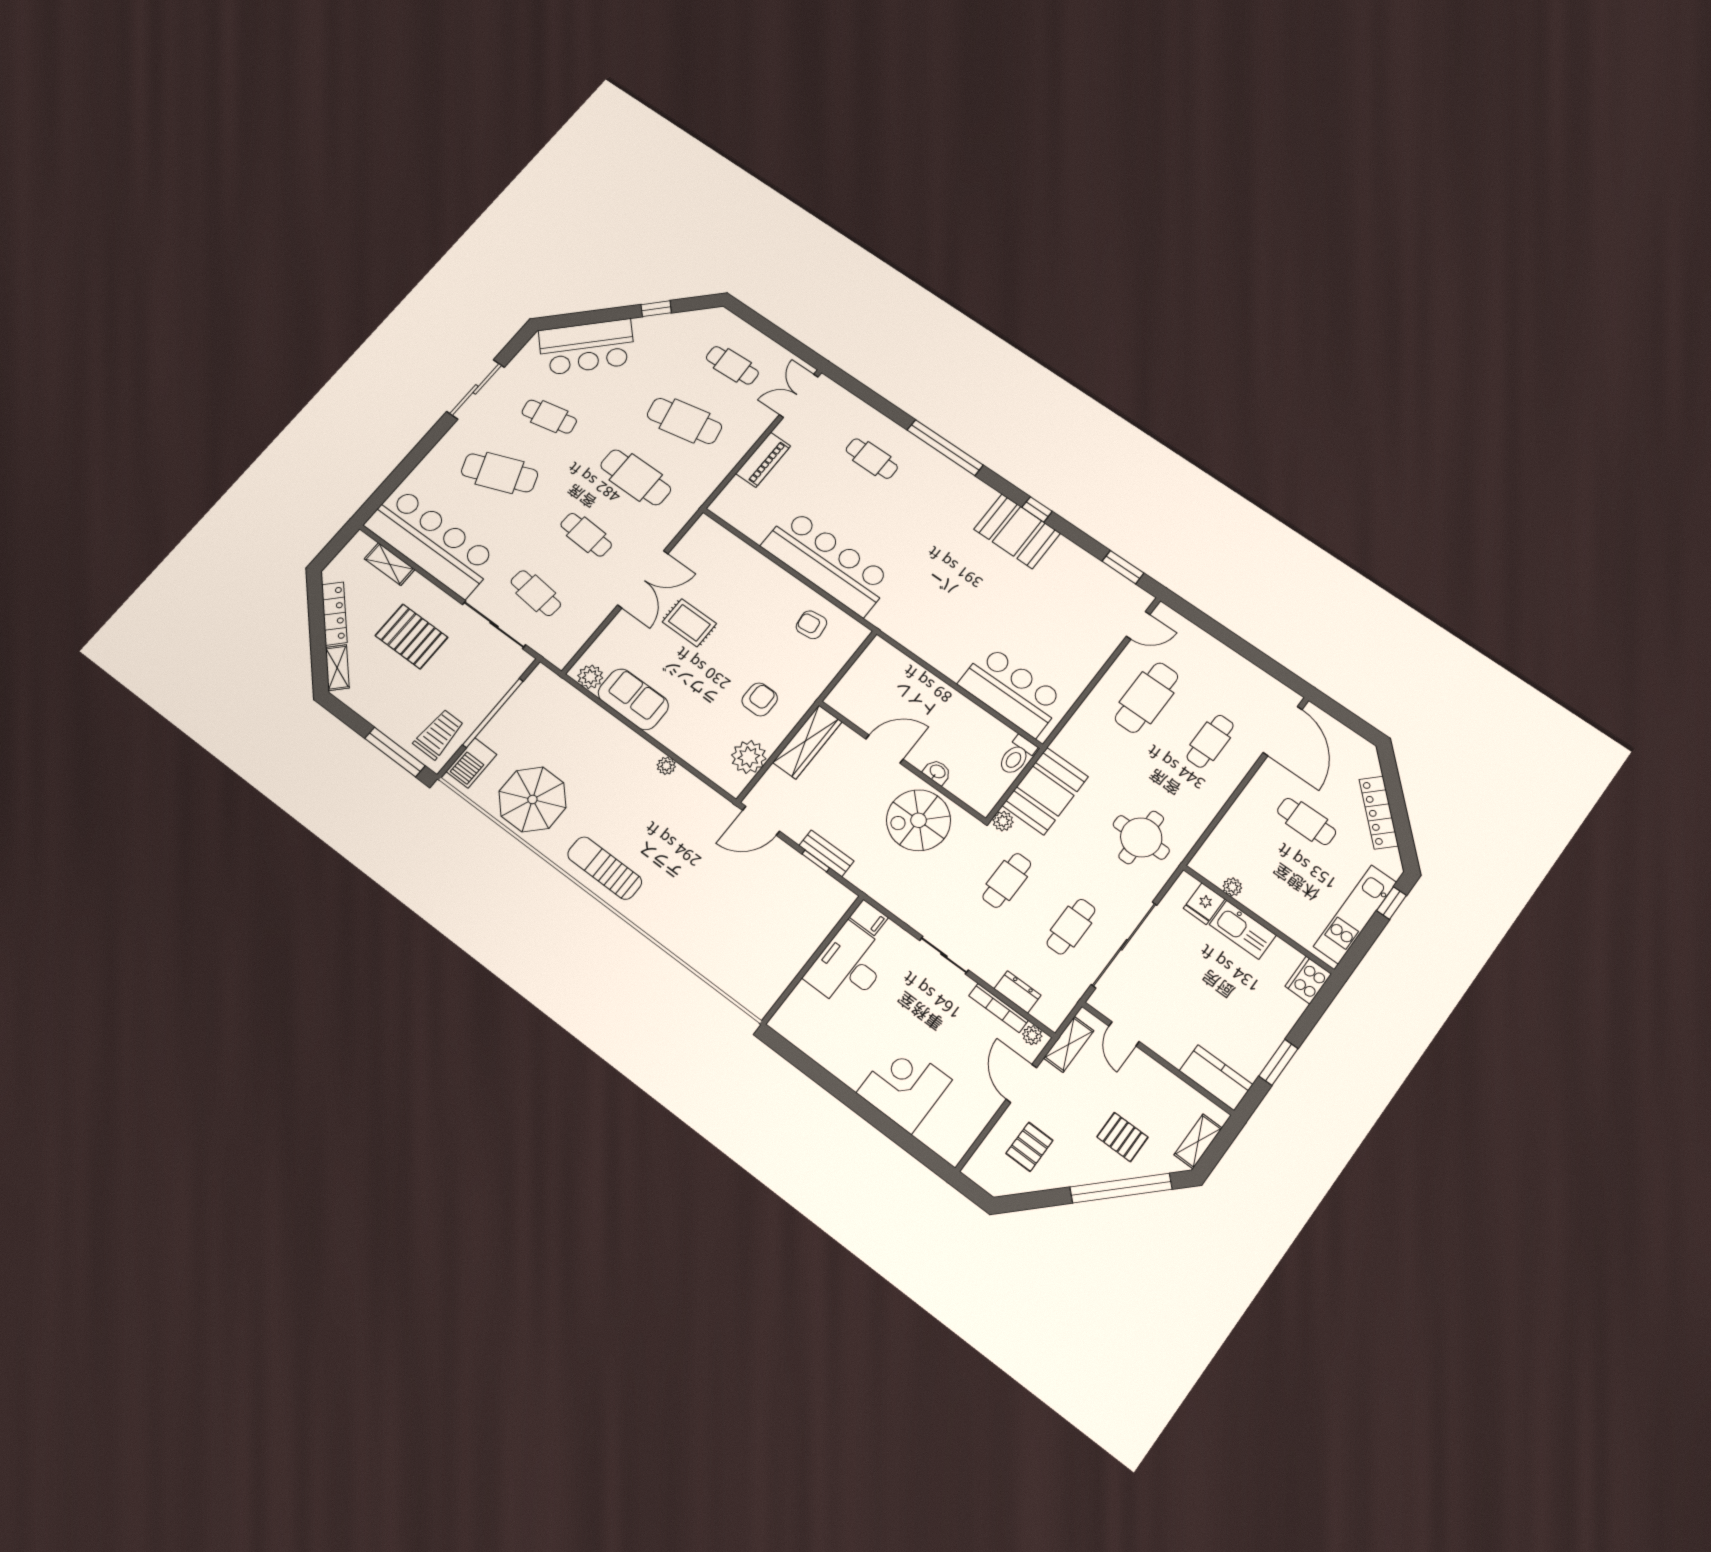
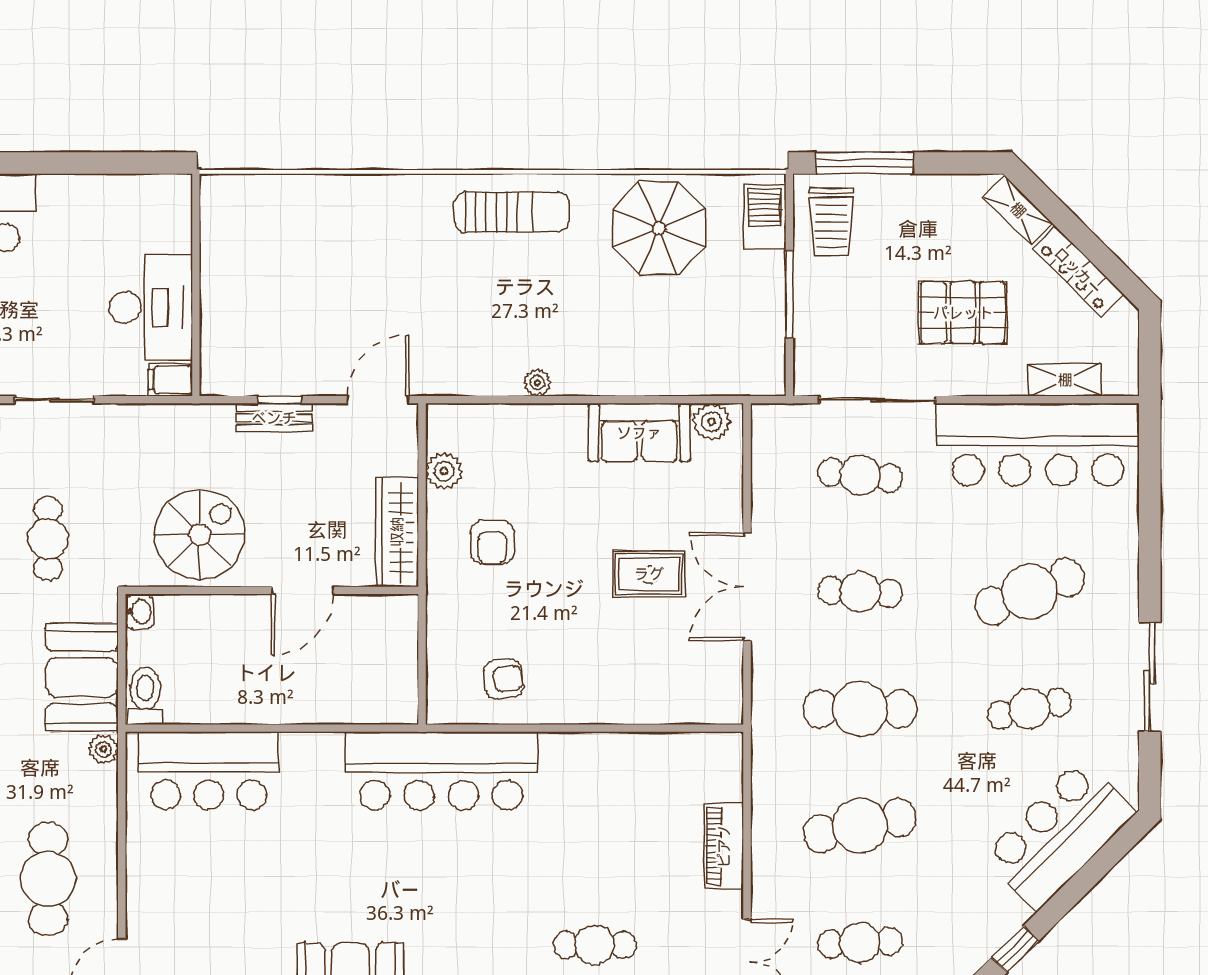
bar counter: (827, 563) -> (441, 771), moved
window: (493, 713) -> (789, 294), width x0.68
plant: (749, 757) -> (444, 471), width x0.73, depth x0.73
washbasin: (937, 772) -> (140, 612), moved, turned -90
plant: (1003, 821) -> (104, 749), moved

